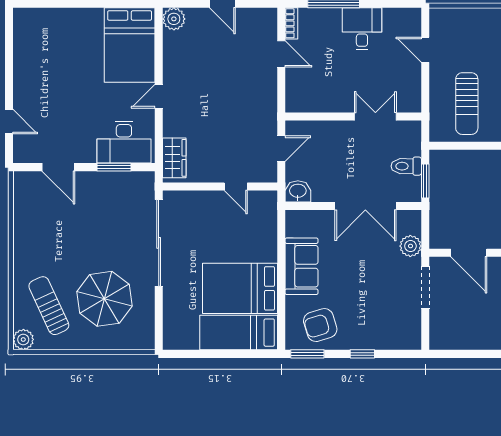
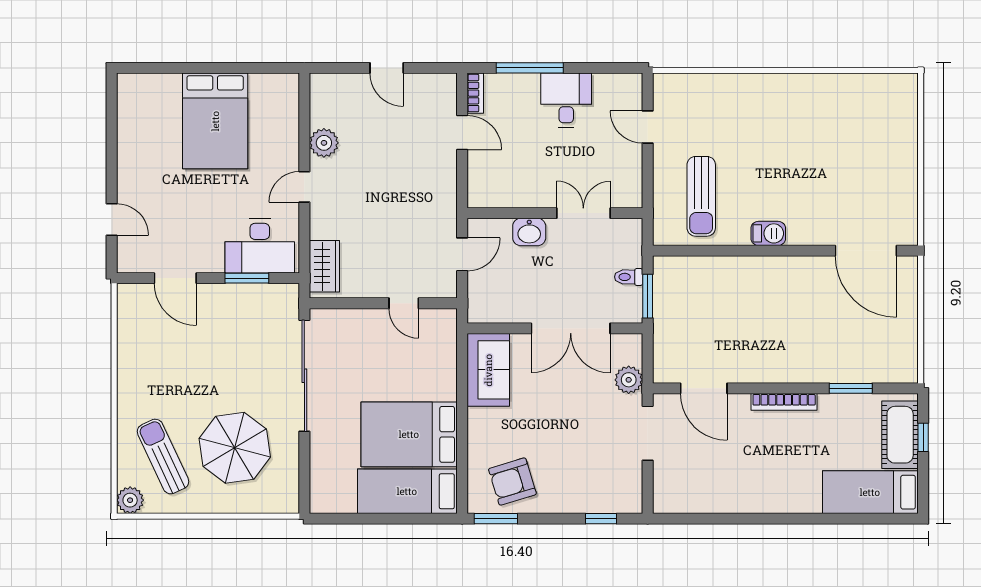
plant: (174, 19) -> (324, 143), moved
bed: (130, 45) -> (215, 121), moved
toilet: (406, 166) -> (629, 277), width x0.73, depth x0.72
washbasin: (298, 191) -> (529, 232), moved, turned 180
sofa: (302, 266) -> (488, 370), moved
window: (362, 354) -> (601, 519), moved

